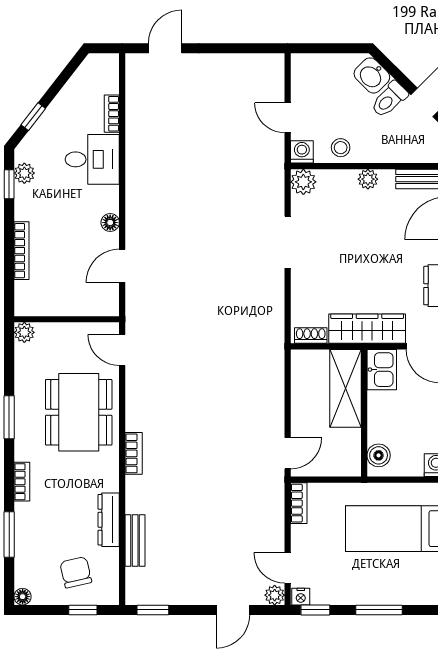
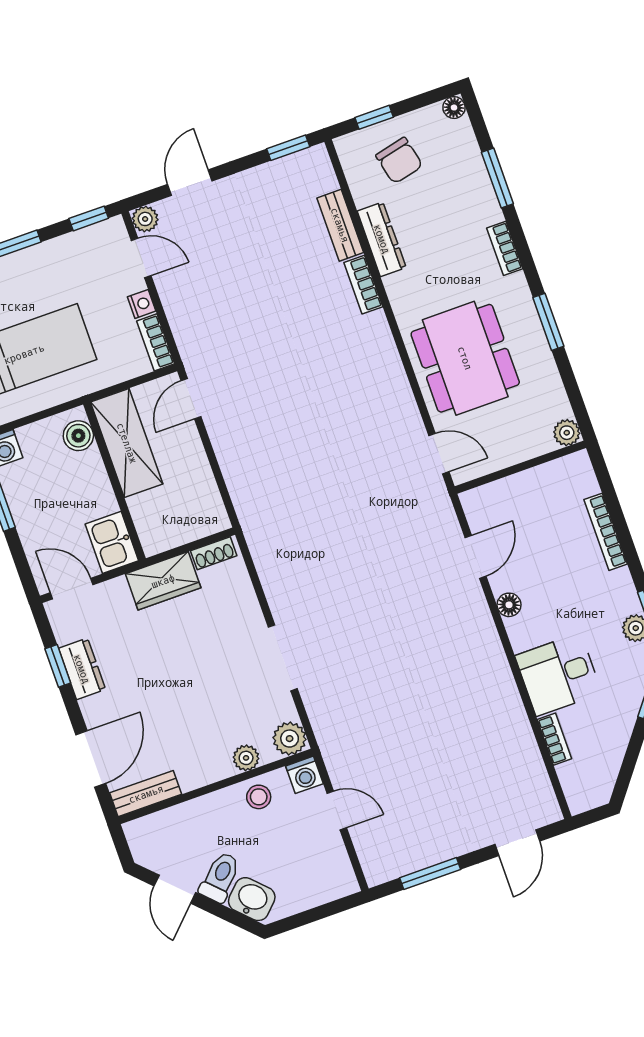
window: (236, 48) -> (430, 874), added
plant: (368, 179) -> (246, 758), moved
wardrobe: (367, 329) -> (163, 581), width x0.67
shelving: (346, 388) -> (127, 443), moved
bookcase: (134, 453) -> (363, 285), moved
nightstand: (301, 597) -> (142, 304), moved, turned 90

